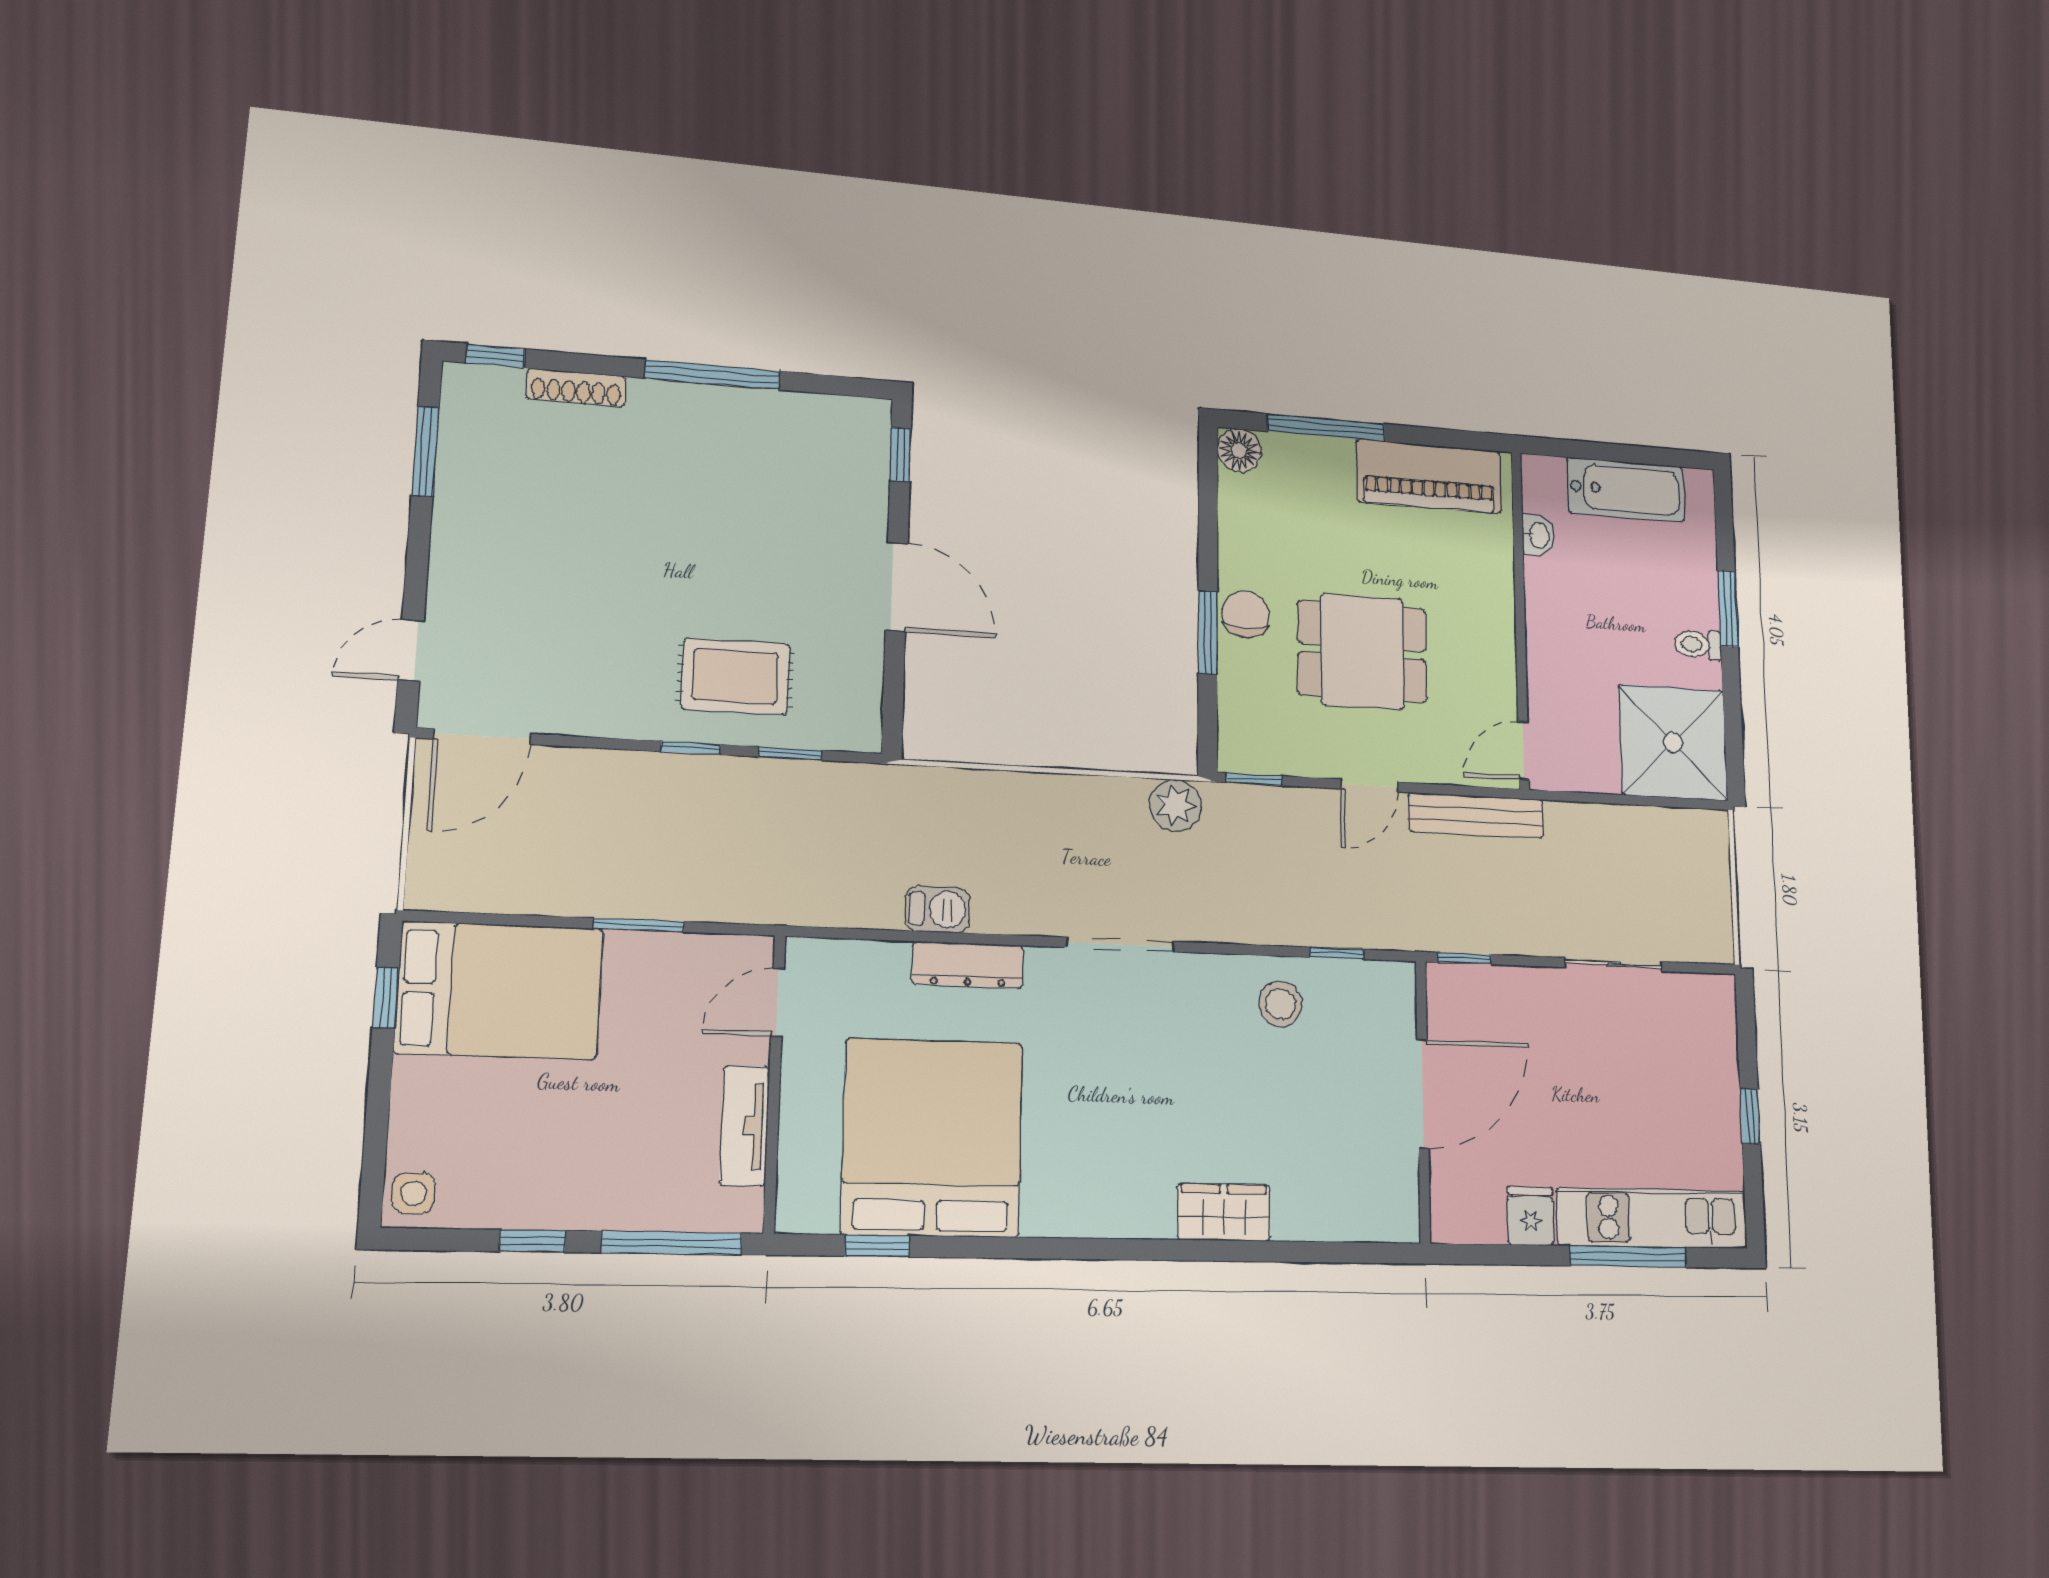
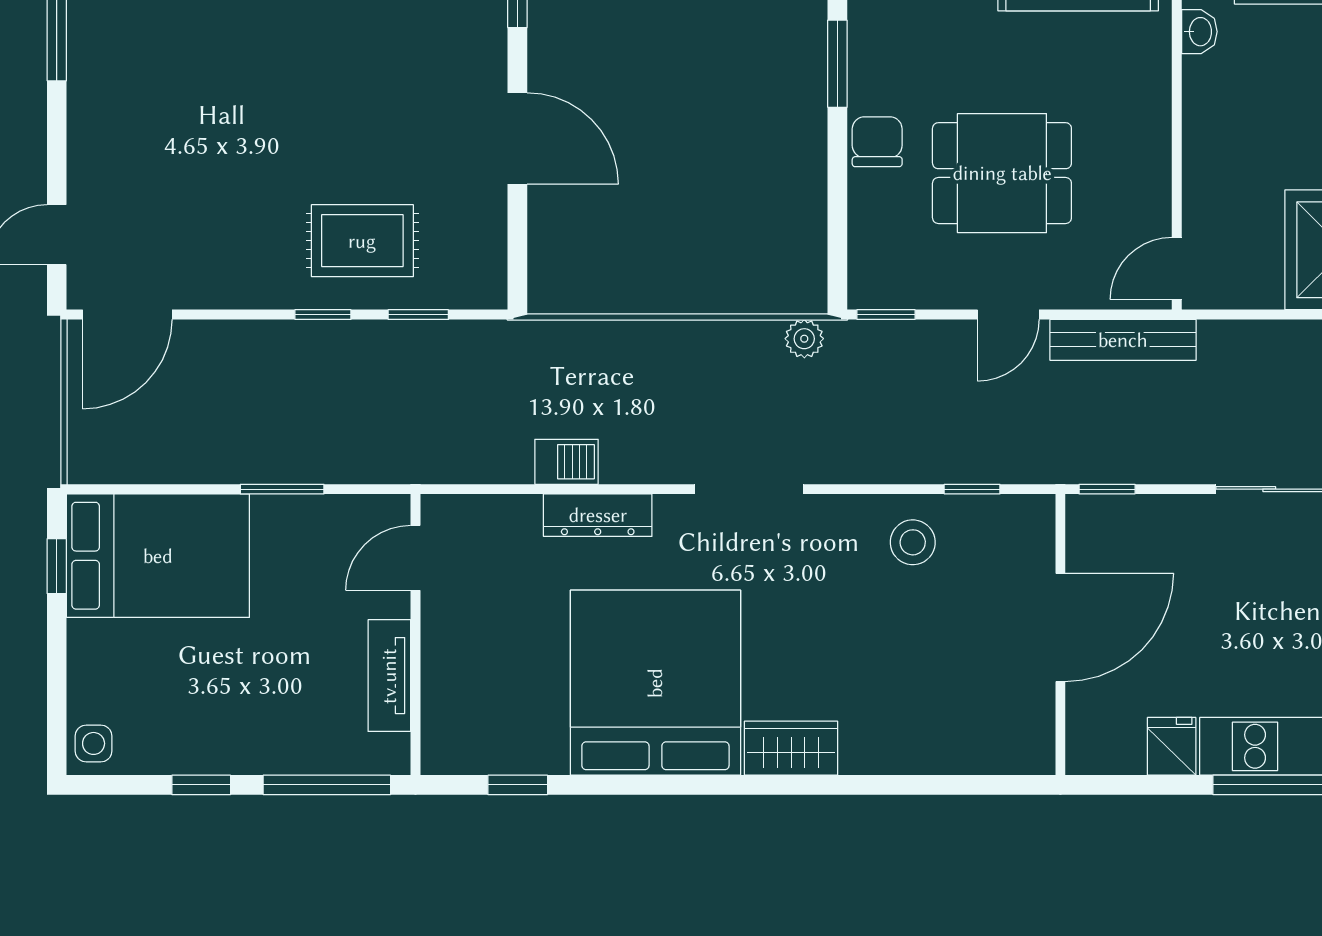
window: (1208, 632) -> (837, 64), moved
plant: (1175, 805) -> (804, 339), width x0.73, depth x0.73
bed: (932, 1138) -> (655, 683), moved
wardrobe: (1224, 1212) -> (791, 748), moved

